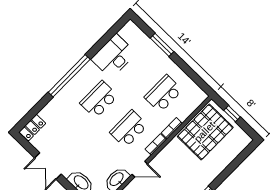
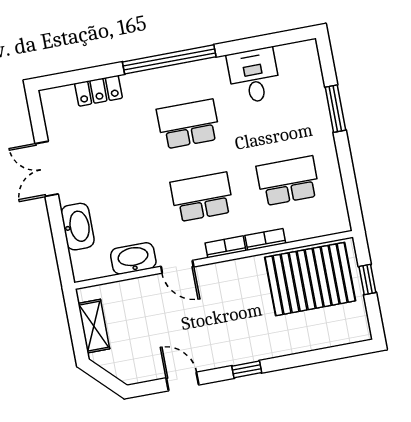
desk: (114, 56) -> (254, 76), width x0.73
locker: (32, 128) -> (98, 91), moved

